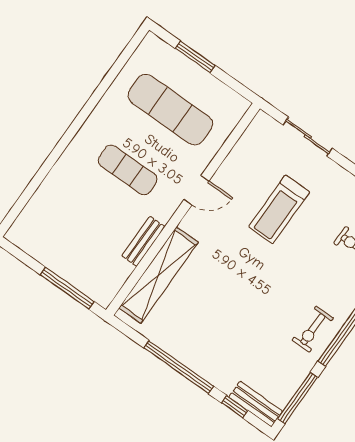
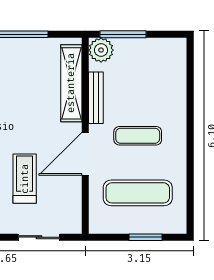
door: (196, 190) -> (85, 154), width x1.87
bench: (143, 241) -> (96, 98), width x1.36
plant: (102, 288) -> (101, 50), added

